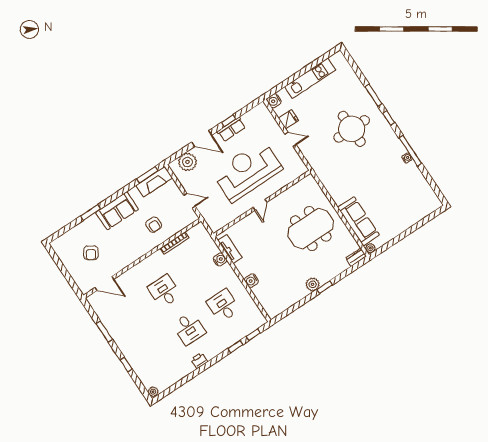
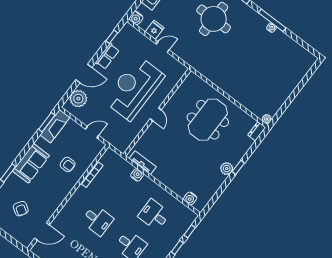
window: (229, 121) -> (112, 37), moved
sofa: (359, 221) -> (248, 99), removed
water cooler: (251, 281) -> (190, 198), moved
desk: (164, 291) -> (97, 220), turned 180

